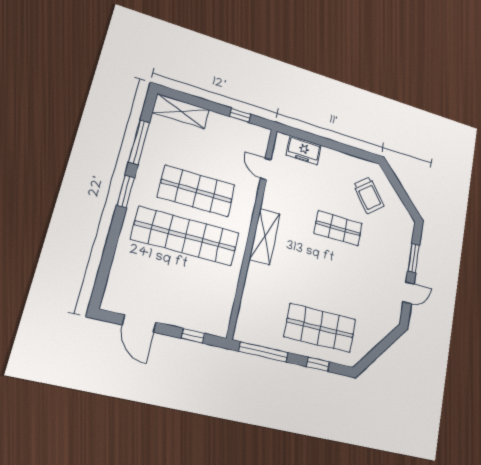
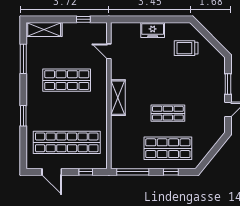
freezer: (304, 150) -> (153, 30), moved
window: (126, 191) -> (23, 116), moved
trolley: (369, 195) -> (186, 48), turned 128
shop shelf: (338, 228) -> (168, 113), moved
shop shelf: (186, 236) -> (67, 142), moved

